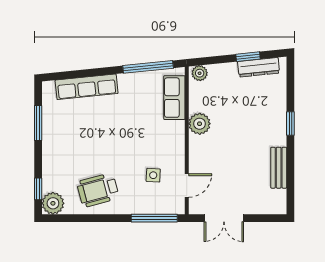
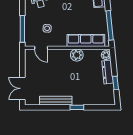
dresser: (259, 67) -> (108, 72), moved
row of seats: (174, 98) -> (86, 41), width x1.48
bench: (279, 168) -> (56, 101), width x1.36
double door: (224, 218) -> (22, 88), moved

